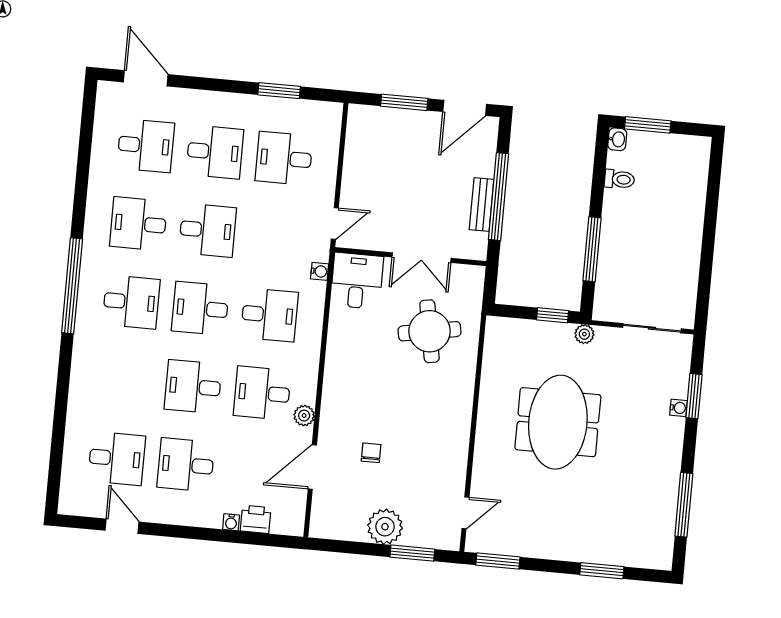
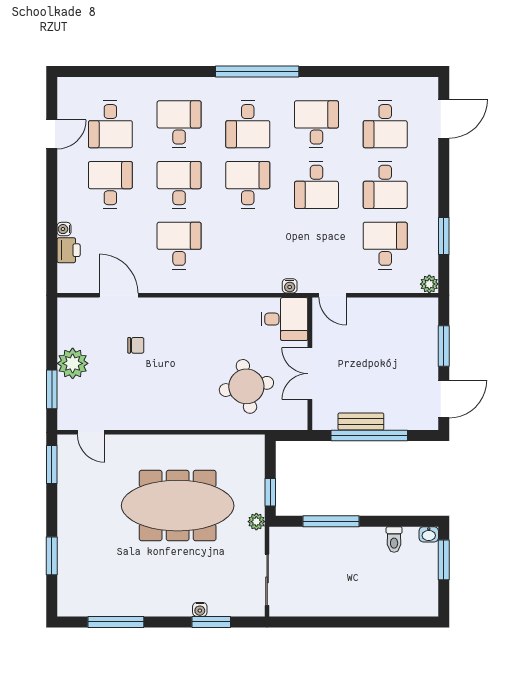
door: (465, 108) -> (444, 399), swing flipped
desk: (269, 315) -> (179, 124), moved, turned 180
plant: (304, 416) -> (429, 284), moved
meeting table: (558, 422) -> (178, 506), width x1.36

